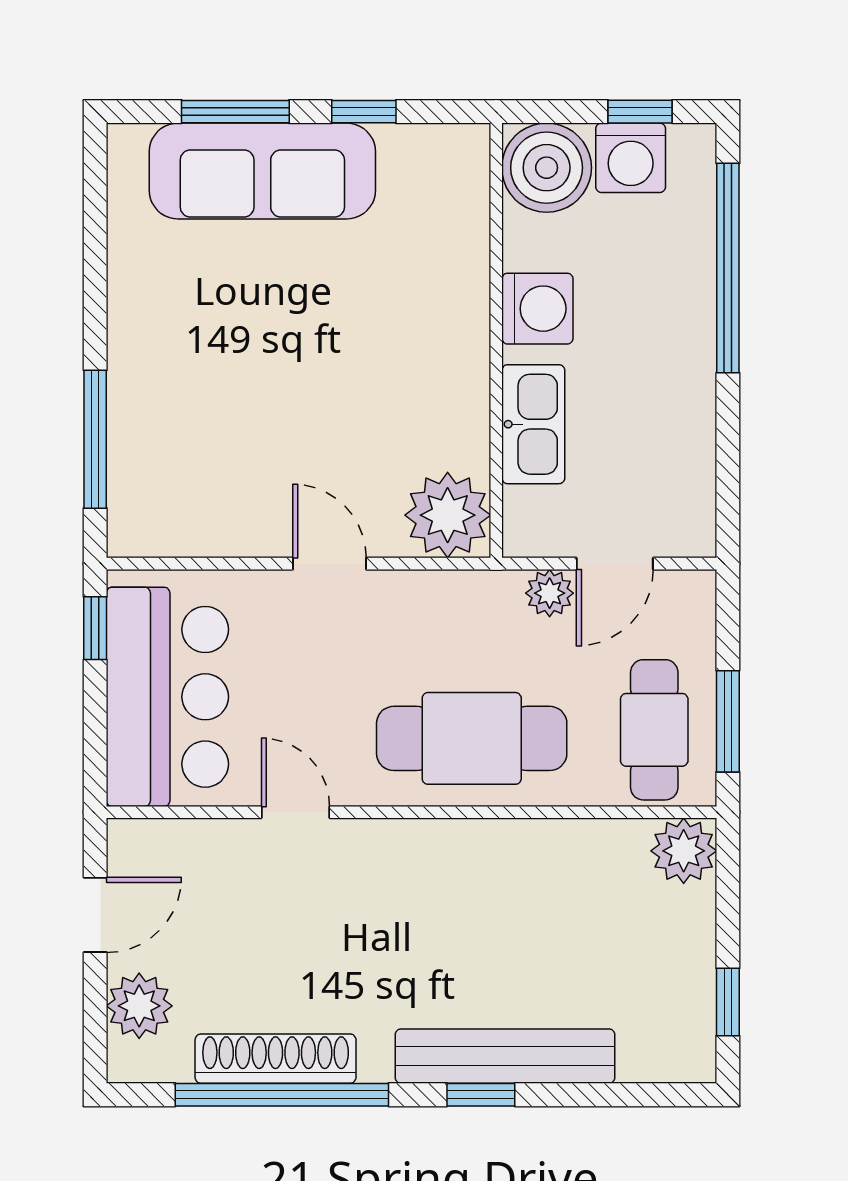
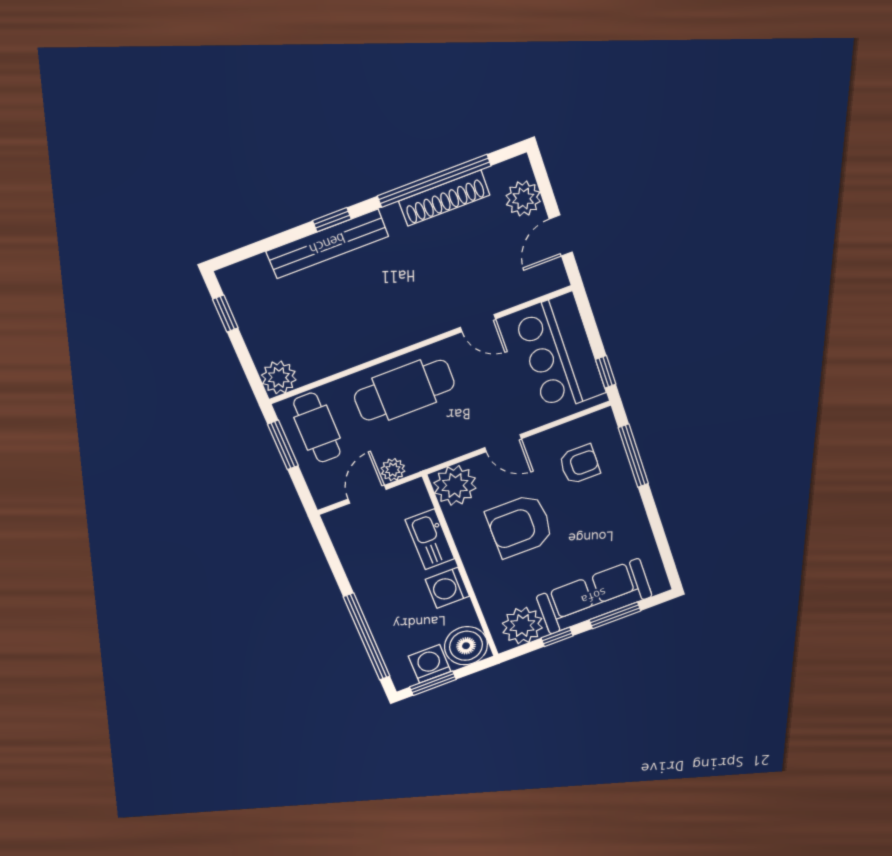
window: (640, 112) -> (433, 683), width x1.50
plant: (423, 166) -> (522, 626), added
armchair: (355, 382) -> (520, 526), added
armchair: (202, 463) -> (579, 464), added

